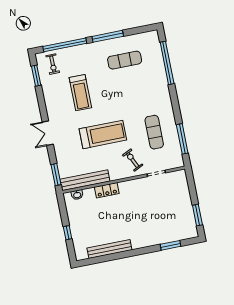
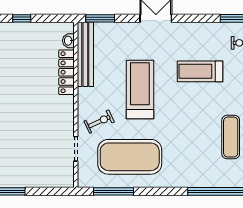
exercise mat: (154, 132) -> (130, 157), width x2.00, depth x1.45
treadmill: (103, 134) -> (140, 90), turned 180
locker: (107, 190) -> (67, 72), width x1.53

